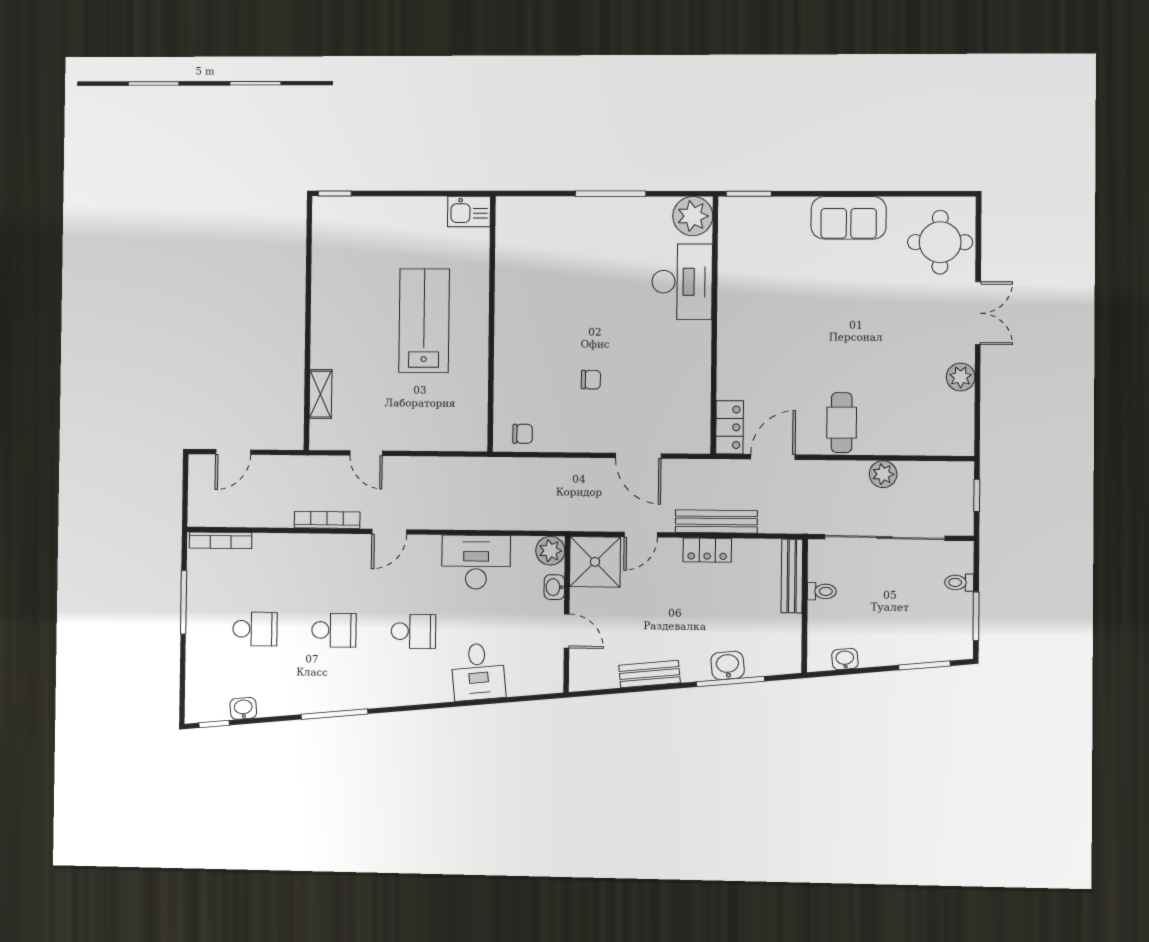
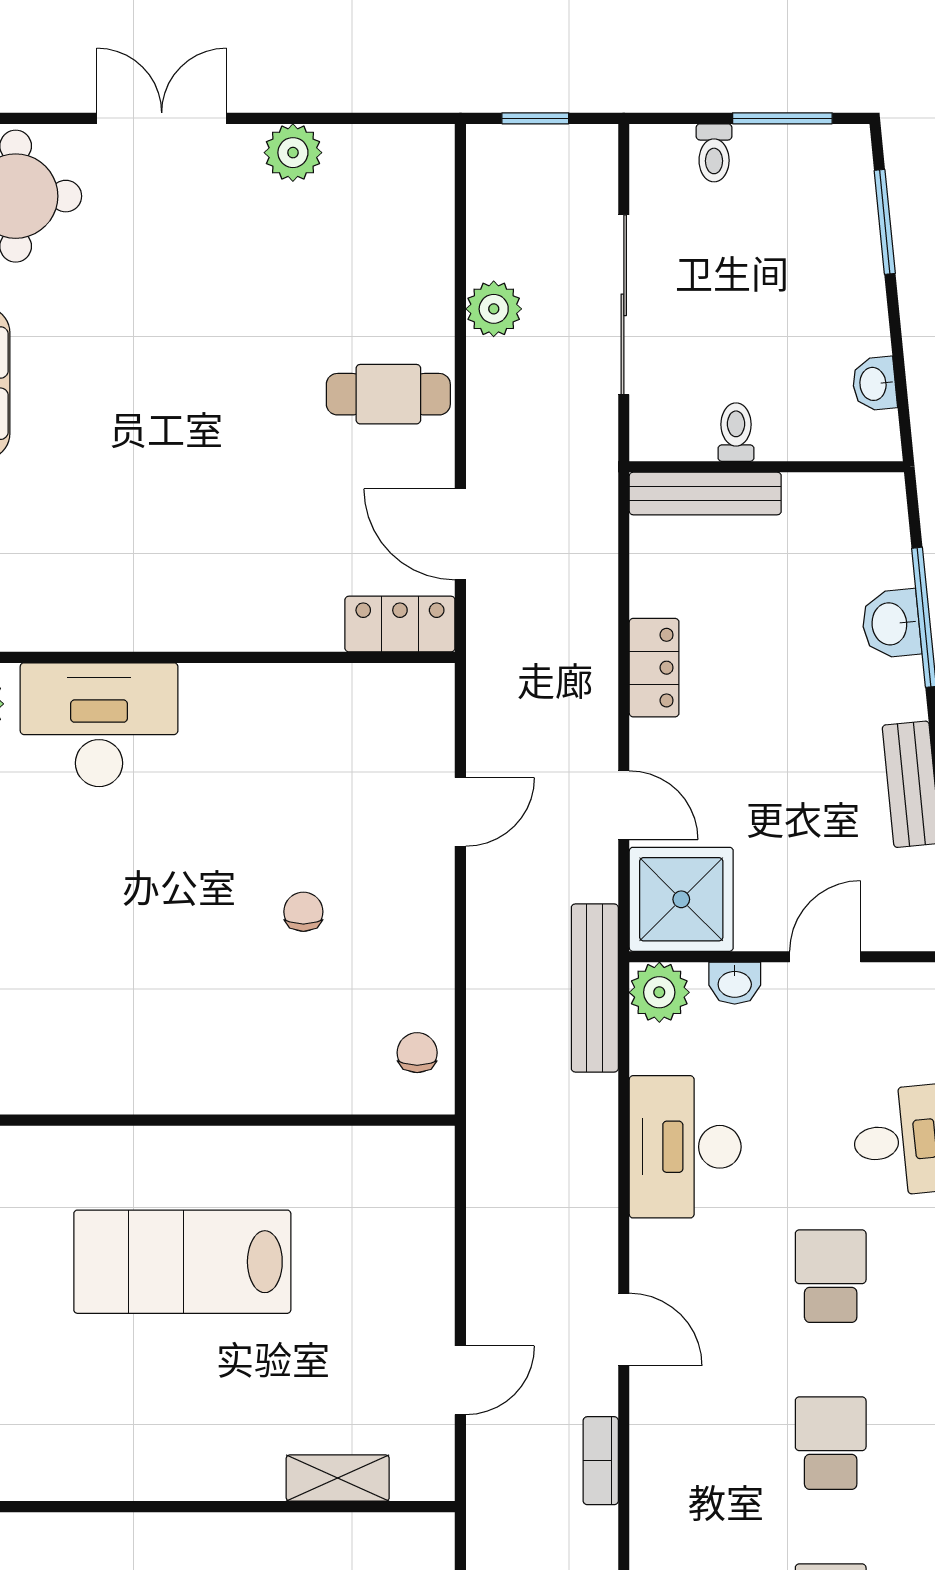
door: (638, 456) -> (460, 812), width x0.73
bookcase: (327, 520) -> (601, 1461), width x0.64
bench: (716, 521) -> (595, 988), moved
sliding door: (885, 537) -> (624, 305), width x0.73

